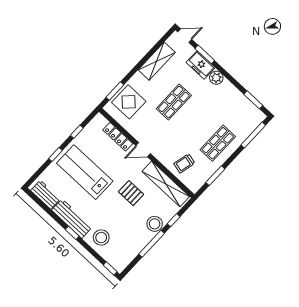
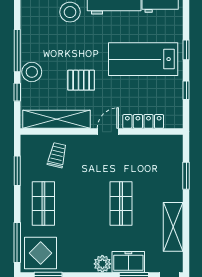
window: (115, 91) -> (186, 176), moved
display table: (129, 102) -> (41, 253), moved
lab bench: (85, 172) -> (143, 59), turned 180

